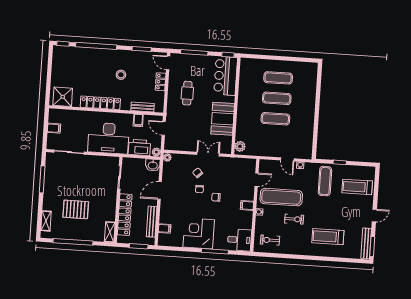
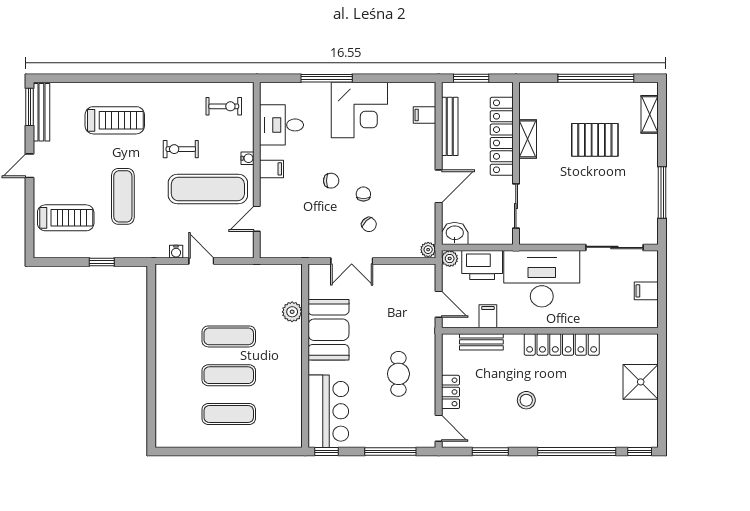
shower: (63, 97) -> (641, 382), moved
plant: (240, 146) -> (292, 312), moved
exercise mat: (325, 181) -> (123, 196), moved
shelving: (110, 232) -> (528, 139), moved
desk: (239, 240) -> (282, 125), moved

